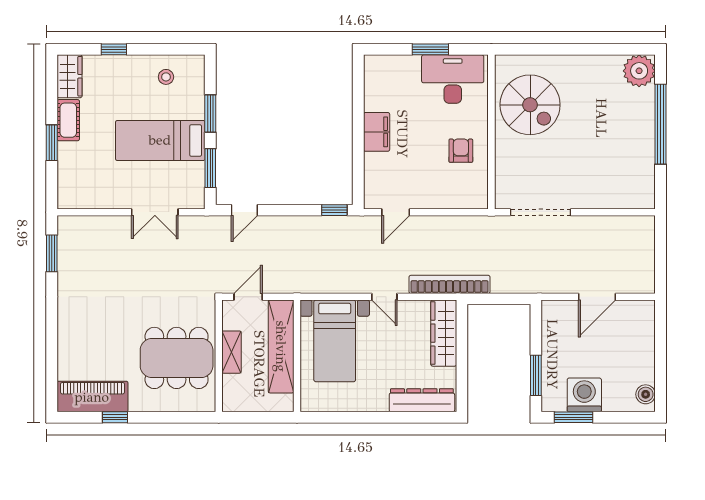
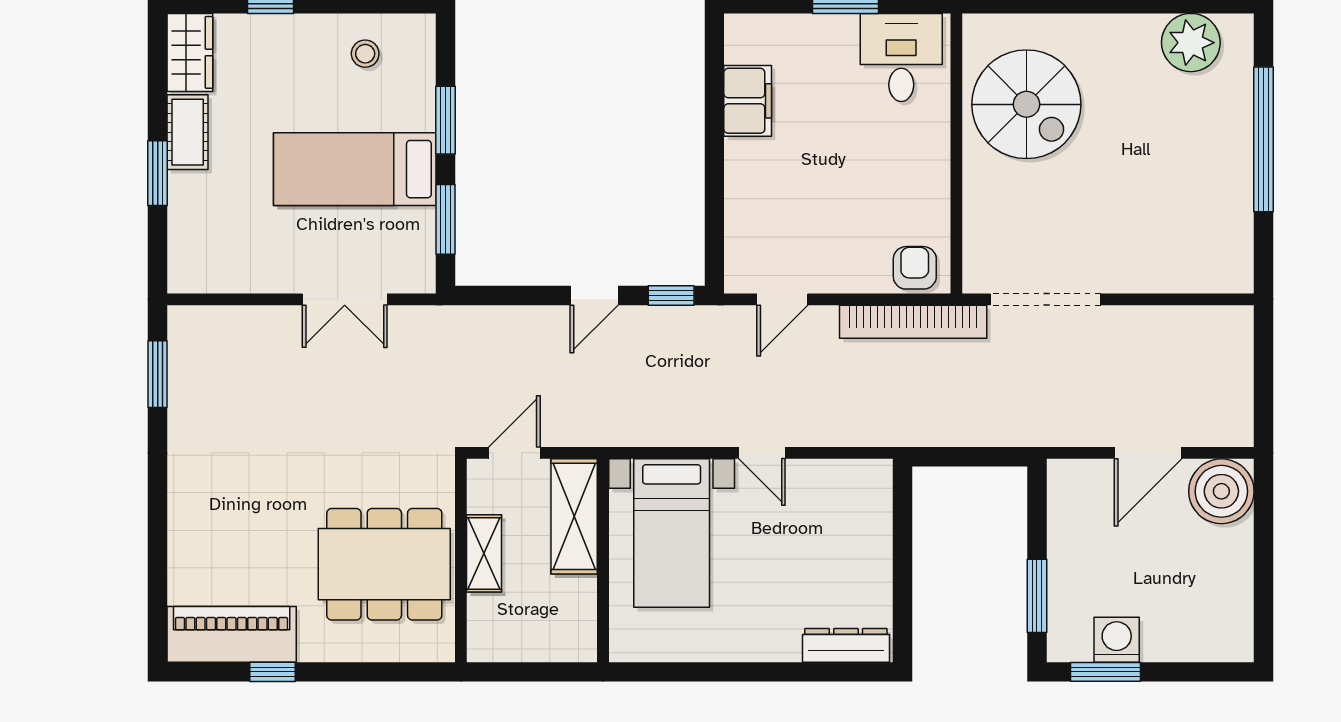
plant: (639, 71) -> (1191, 43), moved
desk: (453, 79) -> (901, 57), width x0.73
filing cabinet: (377, 132) -> (748, 101), moved
armchair: (461, 151) -> (915, 268), moved
door: (244, 210) -> (594, 296), moved
bookcase: (450, 284) -> (913, 322), moved, turned 180
wardrobe: (444, 333) -> (870, 519), removed
shelving: (281, 346) -> (574, 516), width x0.68
boiler: (646, 394) -> (1221, 491), moved, width x1.86, depth x1.86
washing machine: (584, 395) -> (1117, 640), width x0.73, depth x0.73
dresser: (422, 400) -> (846, 645), width x0.73, depth x0.80

